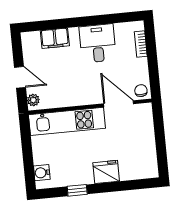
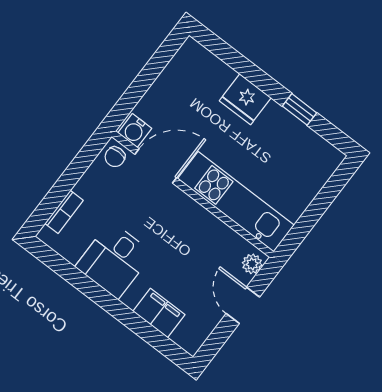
door: (119, 104) -> (156, 166), swing flipped
water cooler: (42, 173) -> (135, 131), moved, turned 90

